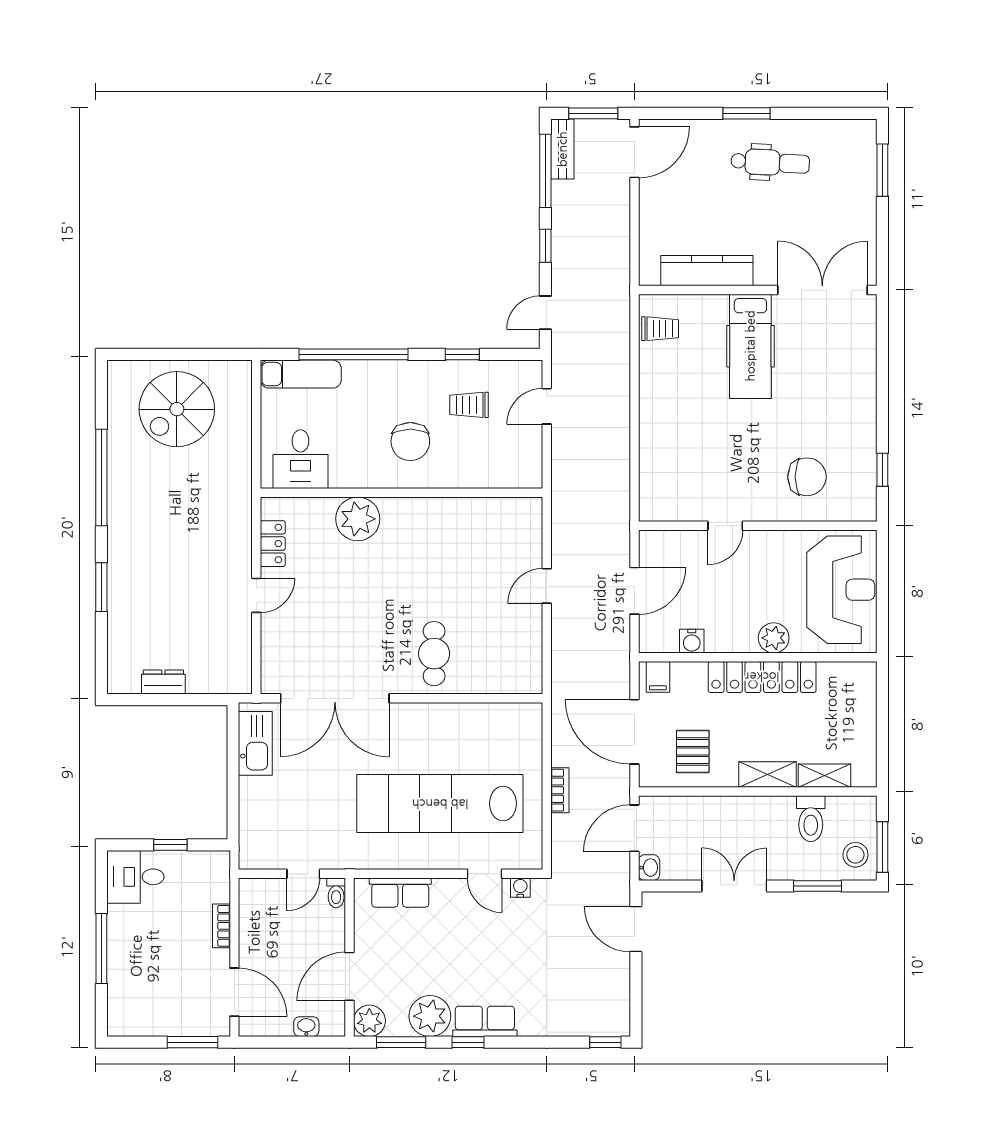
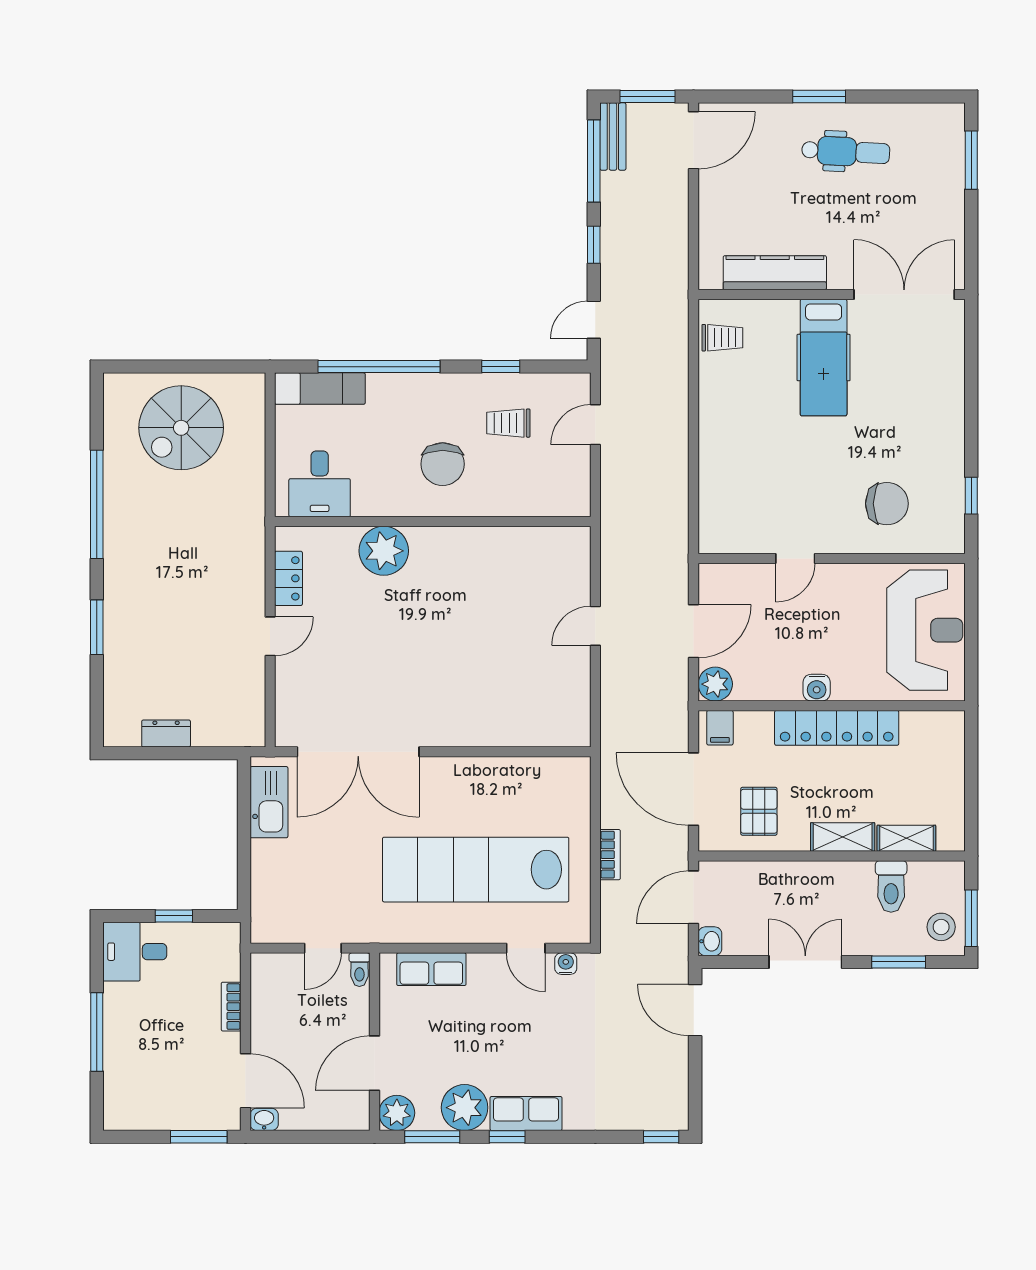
plant: (774, 638) -> (715, 684), moved
water cooler: (692, 641) -> (817, 688), moved
cafe table: (434, 654) -> (469, 702), removed
washbasin: (306, 1027) -> (264, 1119), moved

